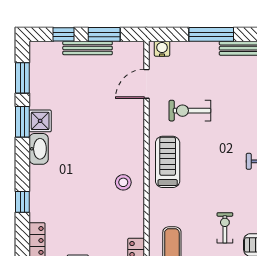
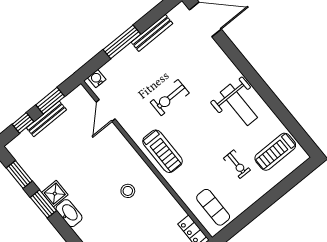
exercise bike: (190, 111) -> (170, 98), moved
treadmill: (168, 162) -> (162, 151), turned 180
stool: (123, 182) -> (128, 191), moved
exercise bike: (225, 228) -> (237, 164), turned 180

